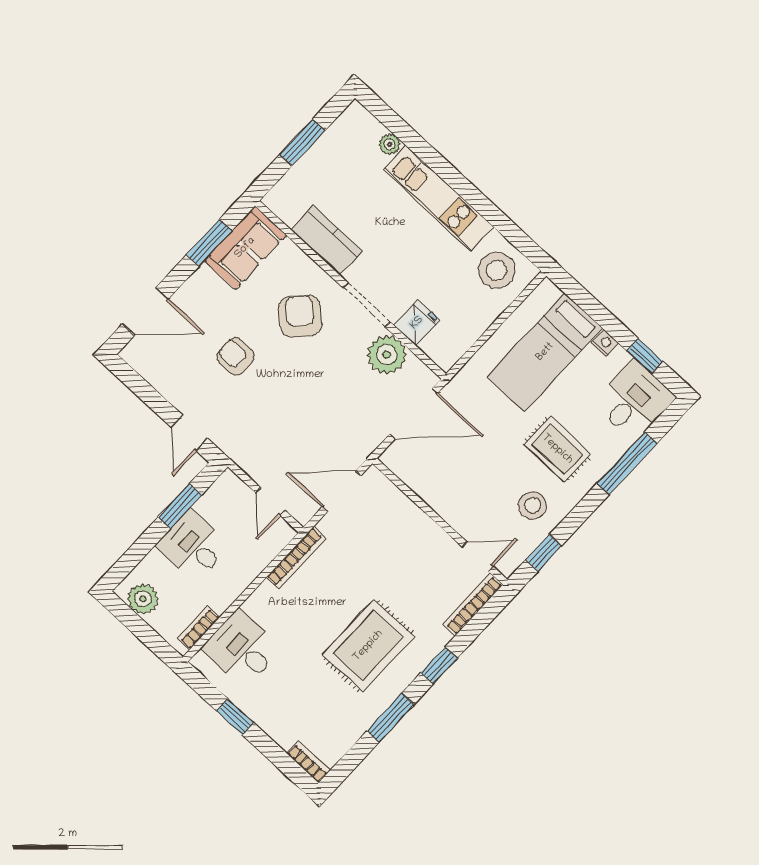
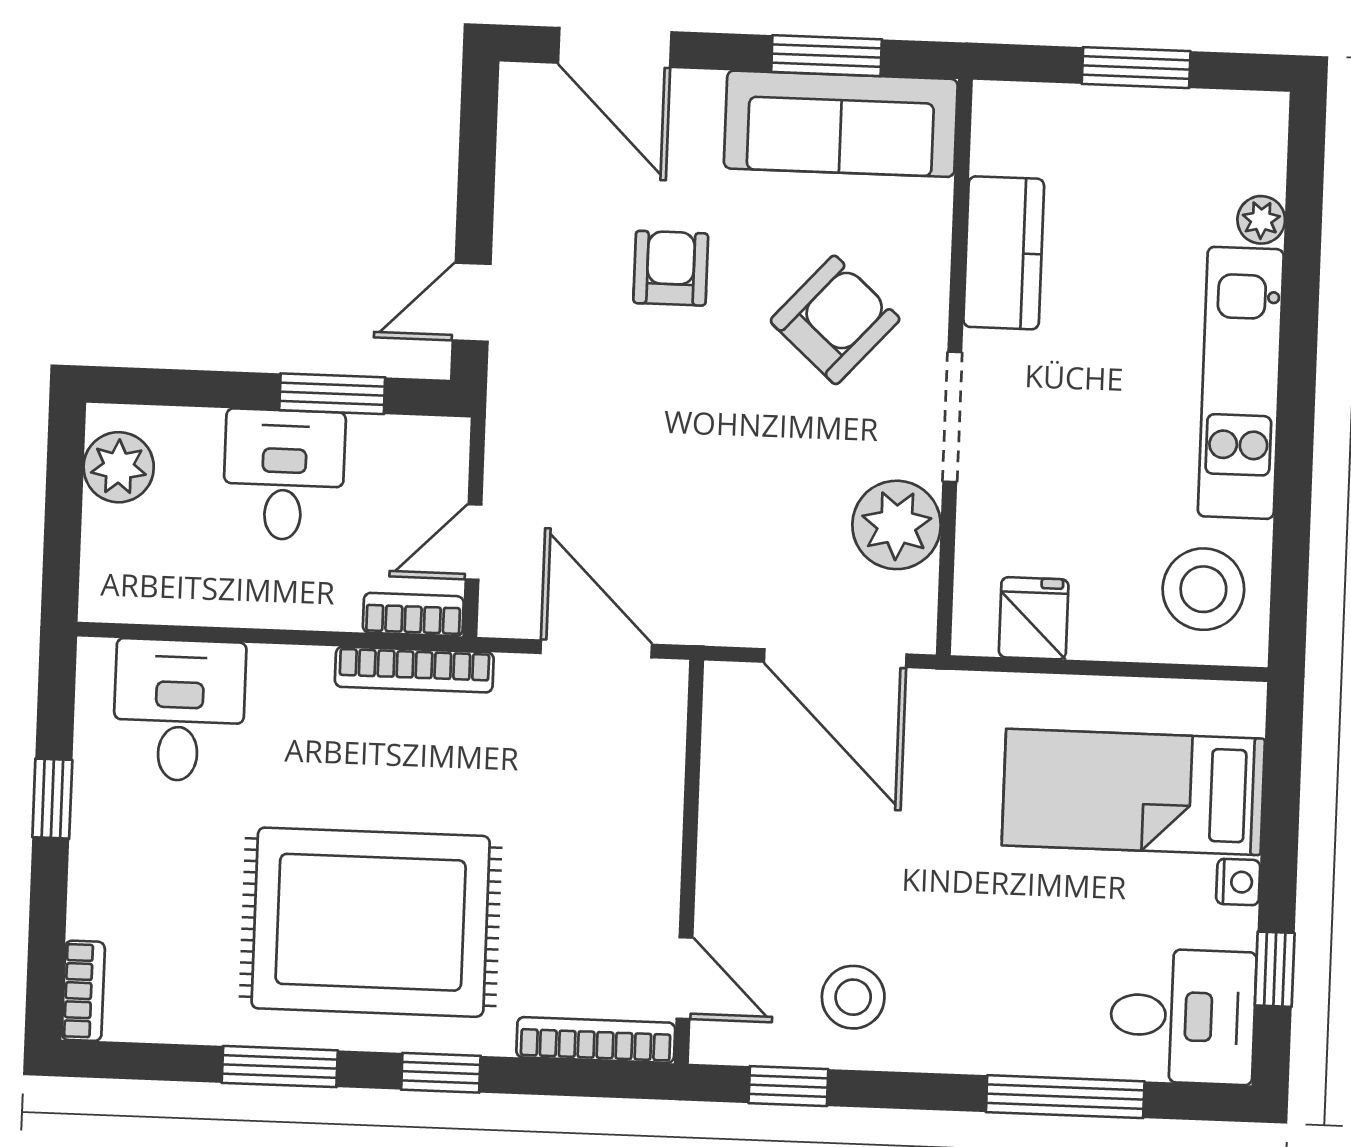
sofa: (245, 248) -> (841, 124), width x1.36
fridge: (417, 323) -> (1034, 618), moved, turned -90
rug: (557, 449) -> (986, 957), removed
bookcase: (198, 628) -> (413, 615), moved
rug: (368, 646) -> (371, 922), width x1.37, depth x1.44

